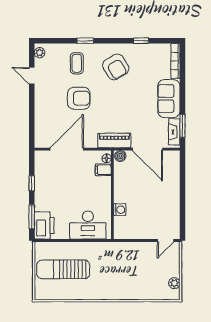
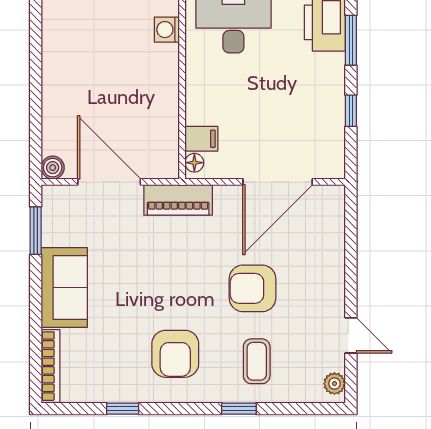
armchair: (116, 67) -> (175, 354), turned -150
fireplace: (174, 132) -> (53, 218), removed
boiler: (120, 156) -> (53, 168), moved
washing machine: (120, 210) -> (167, 30), moved

